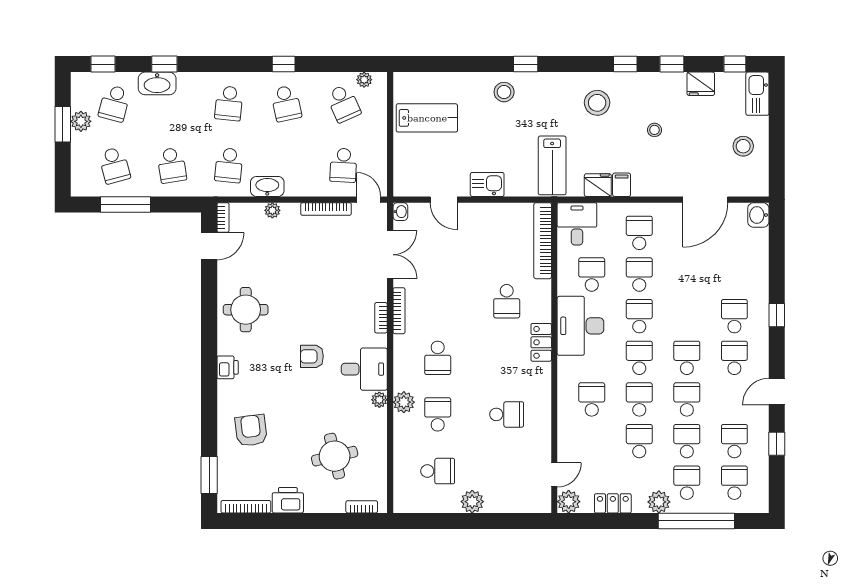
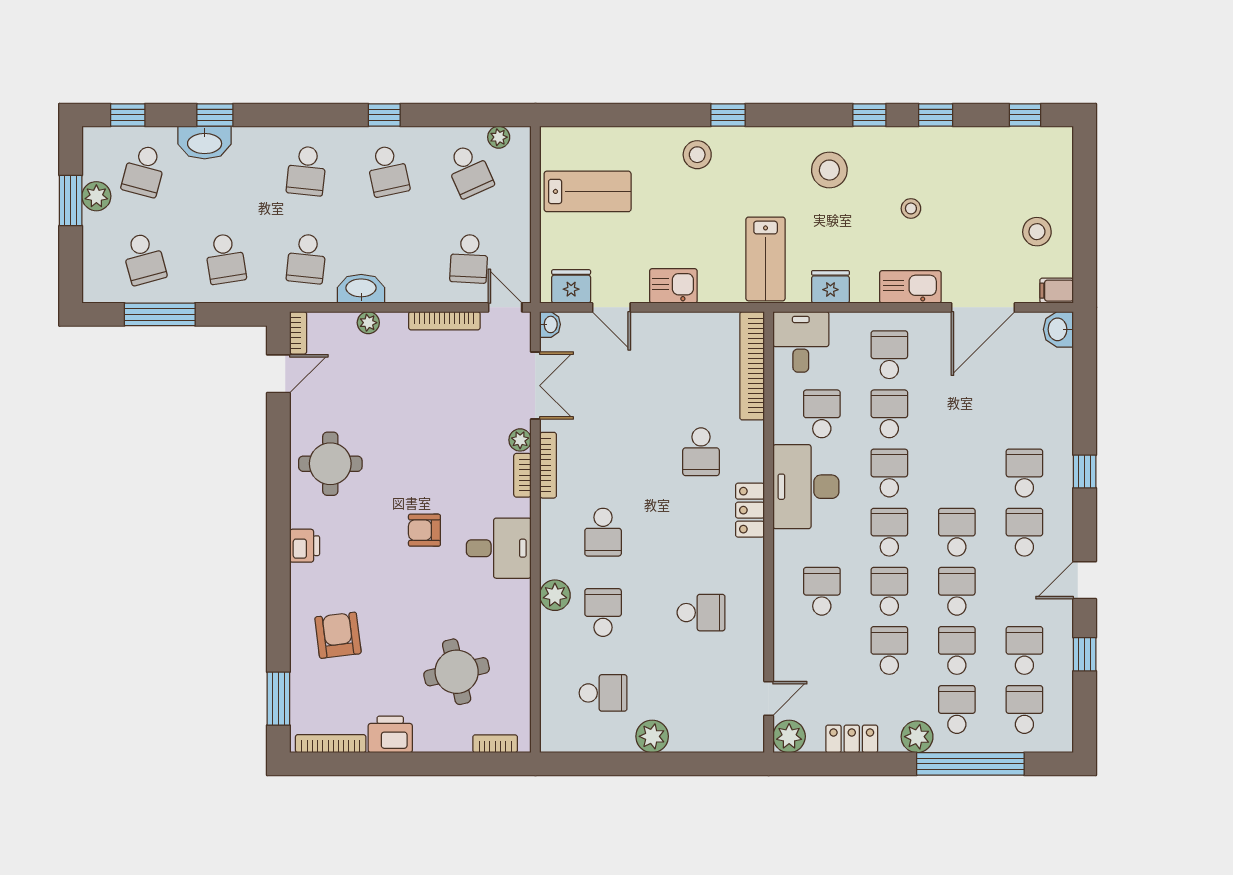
fridge: (701, 84) -> (571, 286), moved, turned 180
kitchen sink: (757, 94) -> (910, 287), moved, turned 90
filing cabinet: (622, 185) -> (1057, 291), moved, turned -90
plant: (379, 400) -> (520, 440), moved

